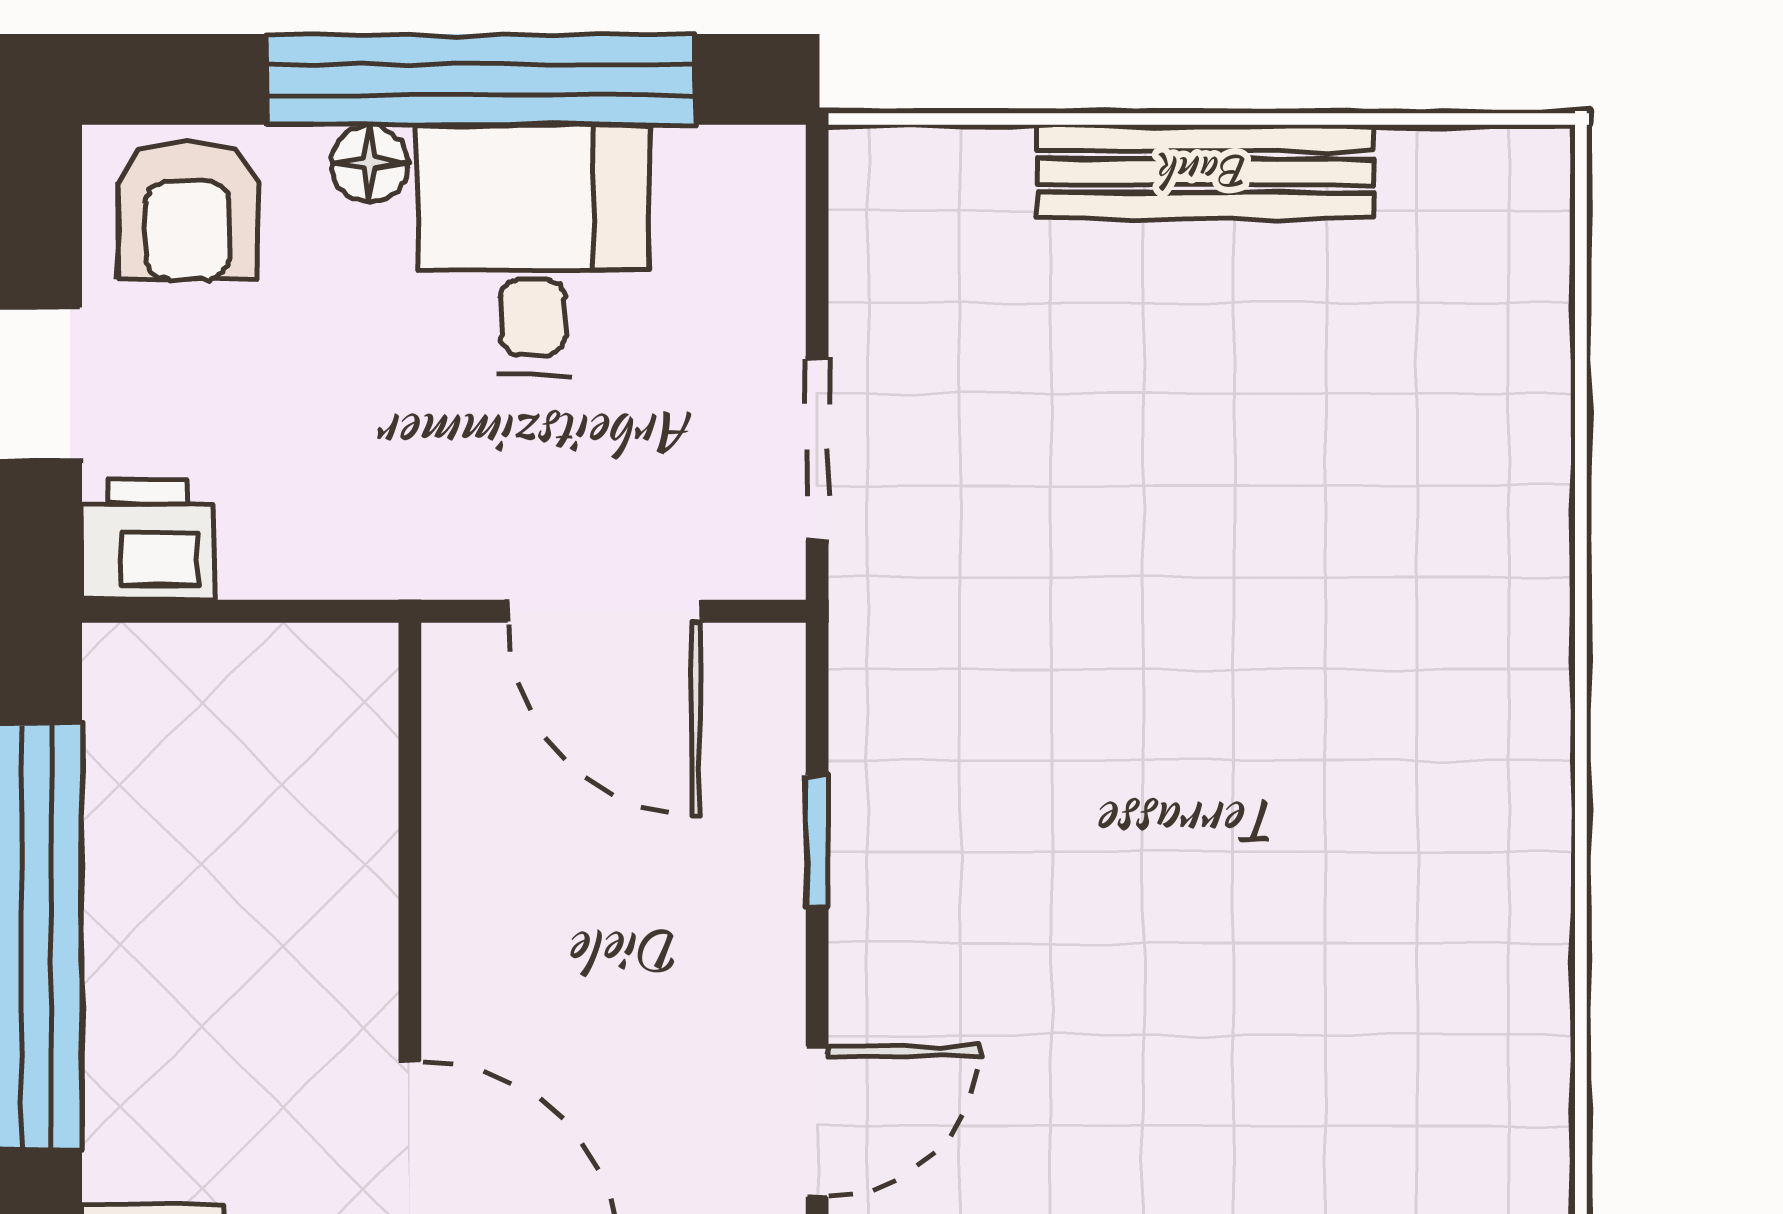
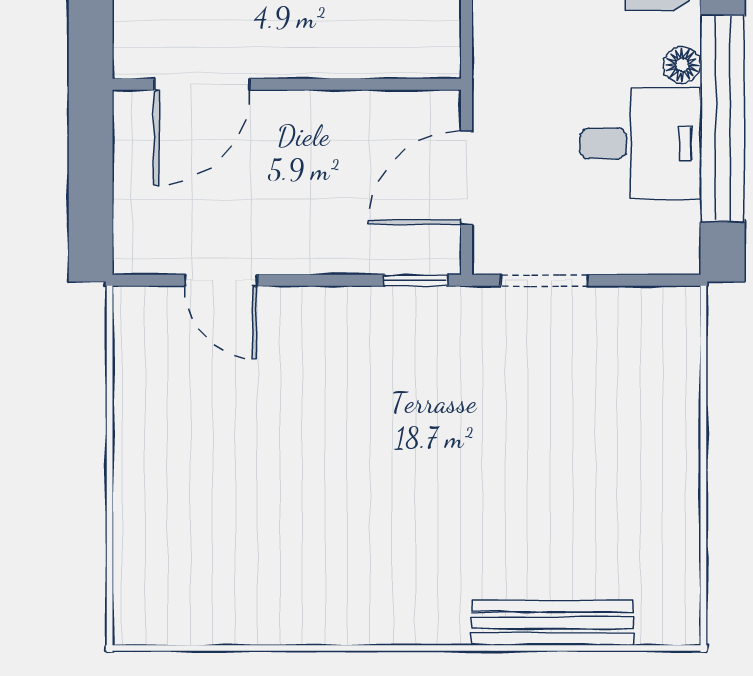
bench: (1205, 172) -> (552, 623), moved, turned 90
window: (817, 841) -> (416, 280), moved

